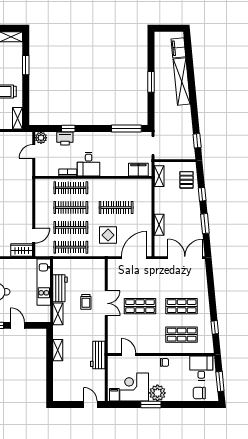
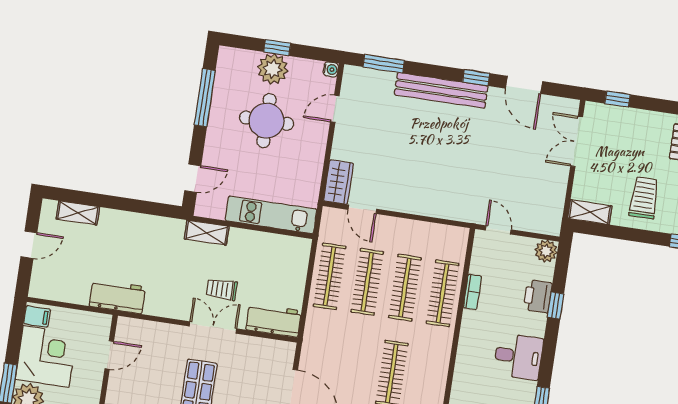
door: (34, 151) -> (498, 230), moved
desk: (89, 164) -> (518, 356), moved, turned 180
display table: (108, 235) -> (342, 350), removed
workbench: (60, 288) -> (274, 320), moved, turned 180
double door: (106, 303) -> (213, 327), swing flipped
door: (17, 325) -> (193, 178), moved
shelving: (58, 350) -> (78, 213), moved
door: (90, 404) -> (29, 245), moved

